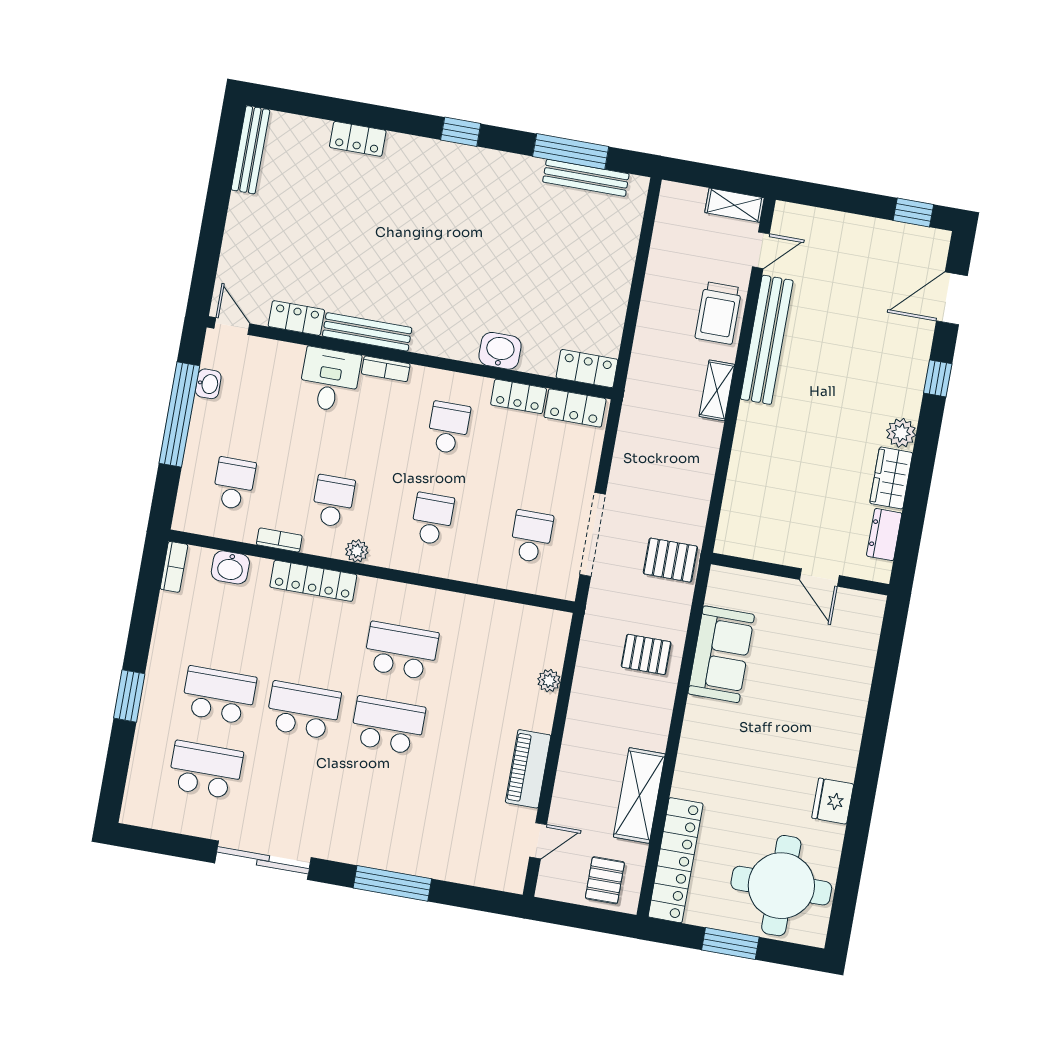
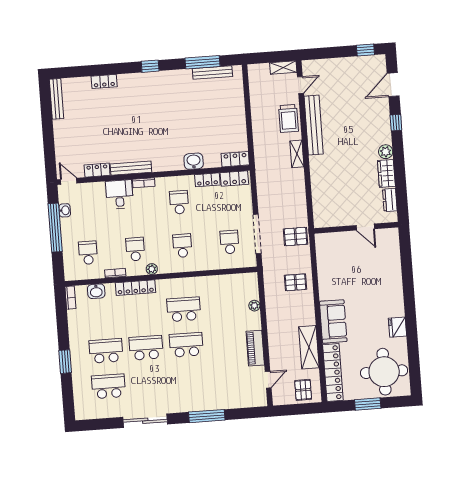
sofa: (721, 654) -> (333, 321), moved

